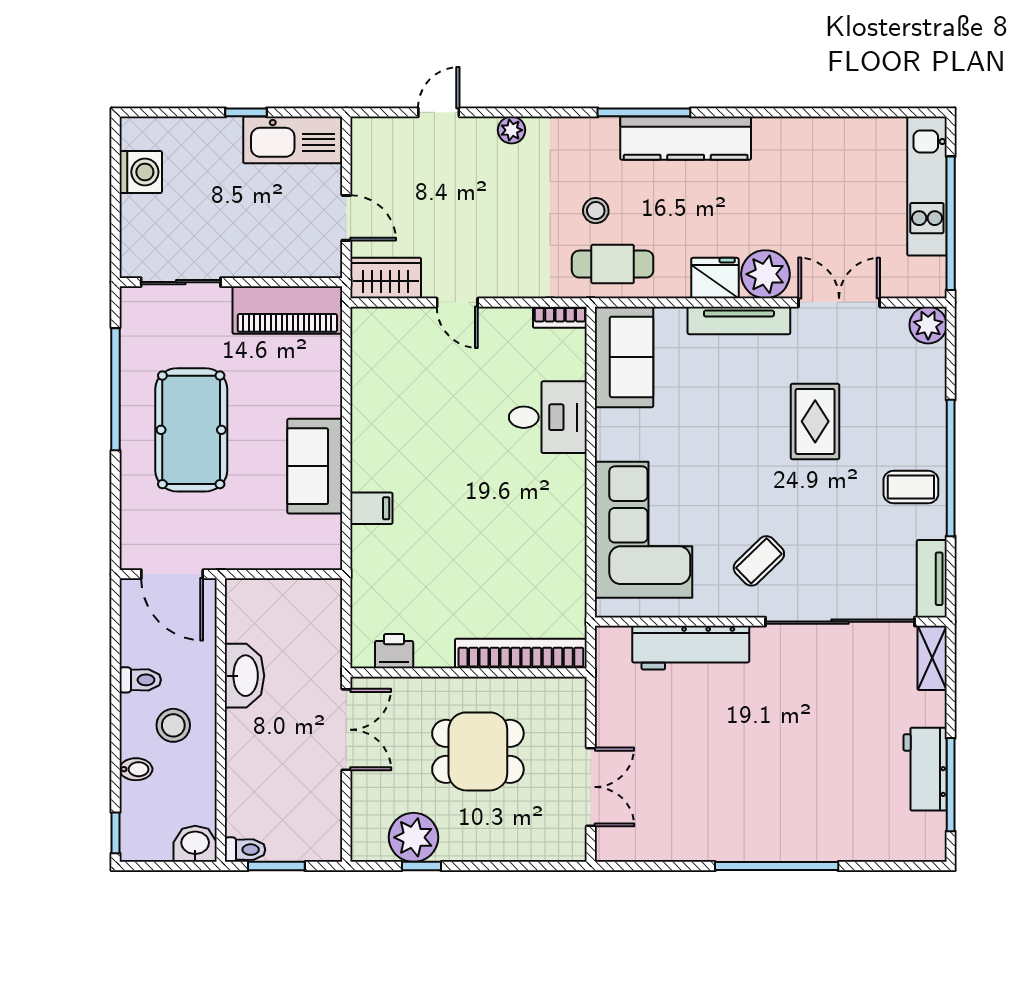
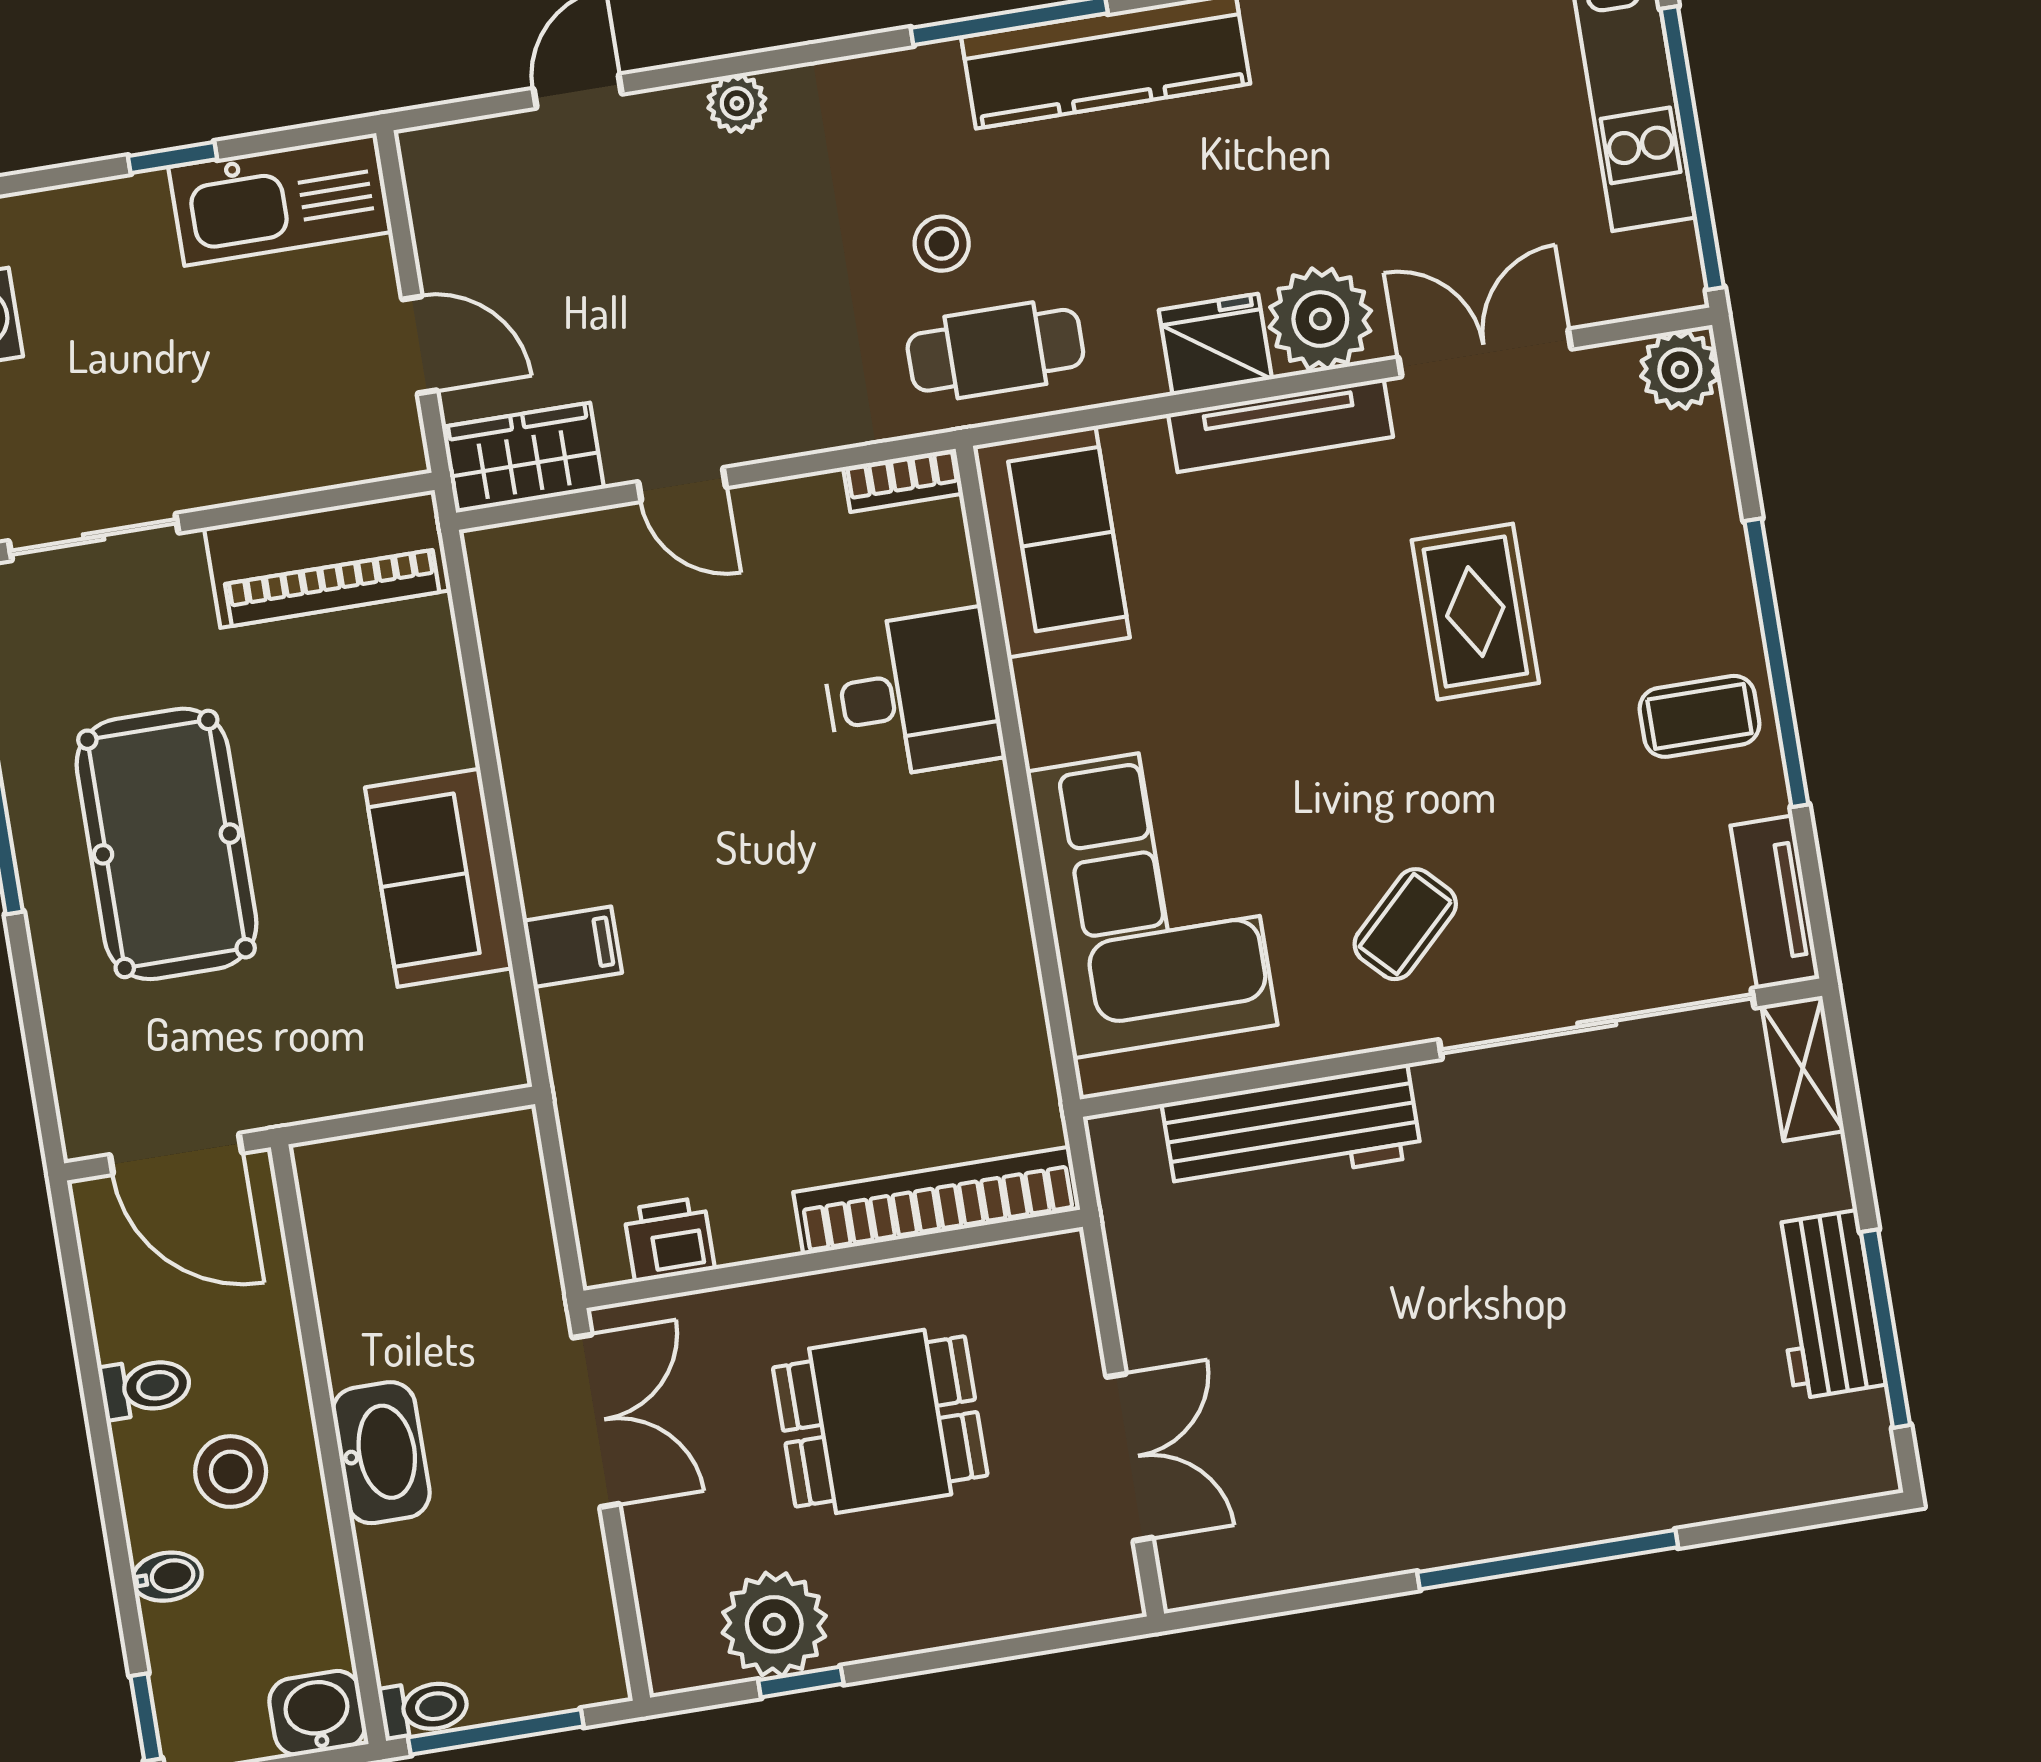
washbasin: (244, 676) -> (381, 1453), moved
window: (276, 866) -> (496, 1732), width x1.44

